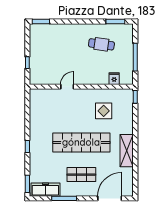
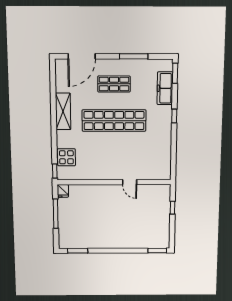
cafe table: (101, 44) -> (92, 227), removed
fridge: (114, 79) -> (63, 191), moved
door: (67, 87) -> (130, 182), hinge flipped
display table: (104, 111) -> (66, 157), moved
freezer: (45, 190) -> (165, 88), moved, turned 90

